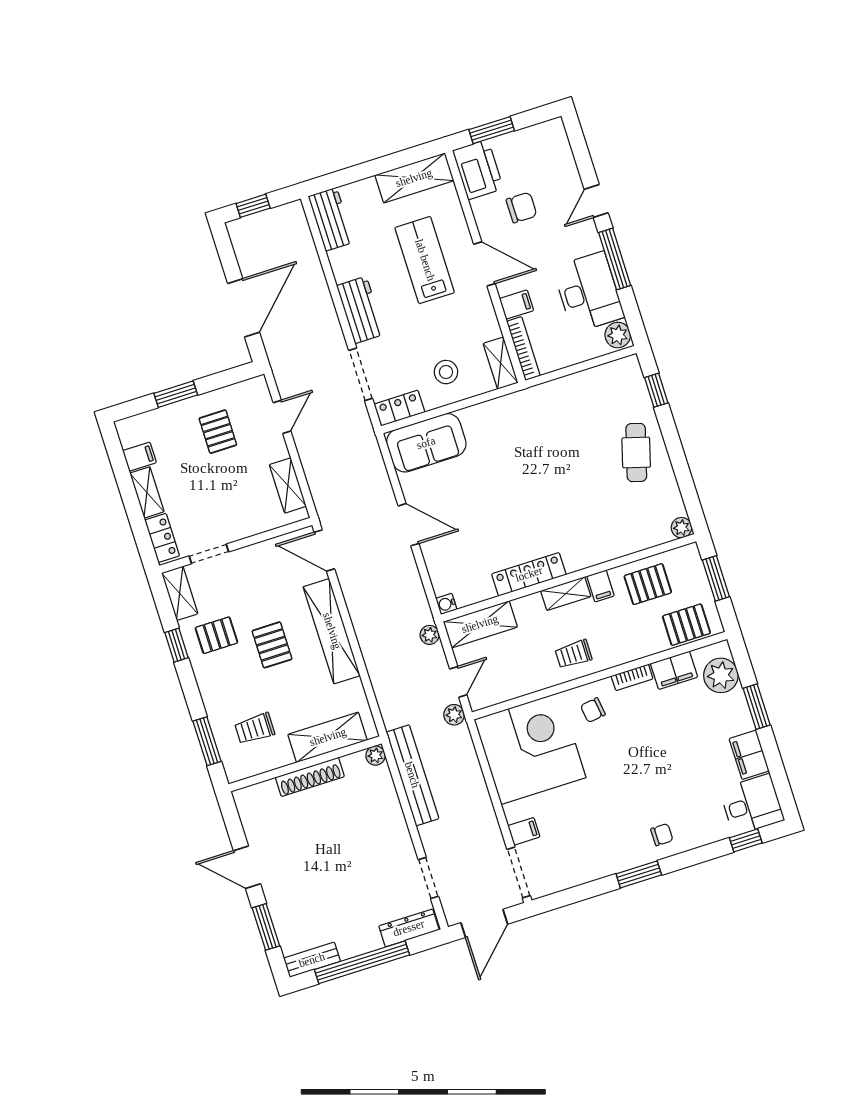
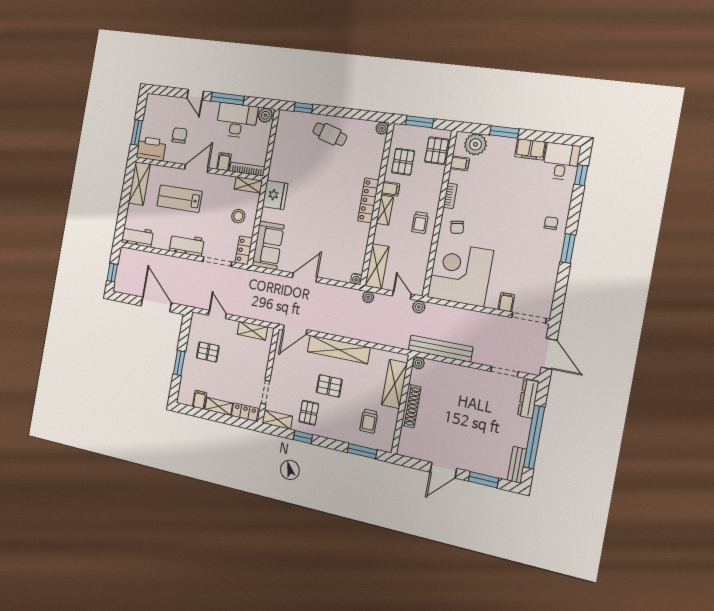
fridge: (506, 414) -> (275, 195), added
locker: (529, 574) -> (368, 200), moved
filing cabinet: (674, 670) -> (460, 163), width x0.50

